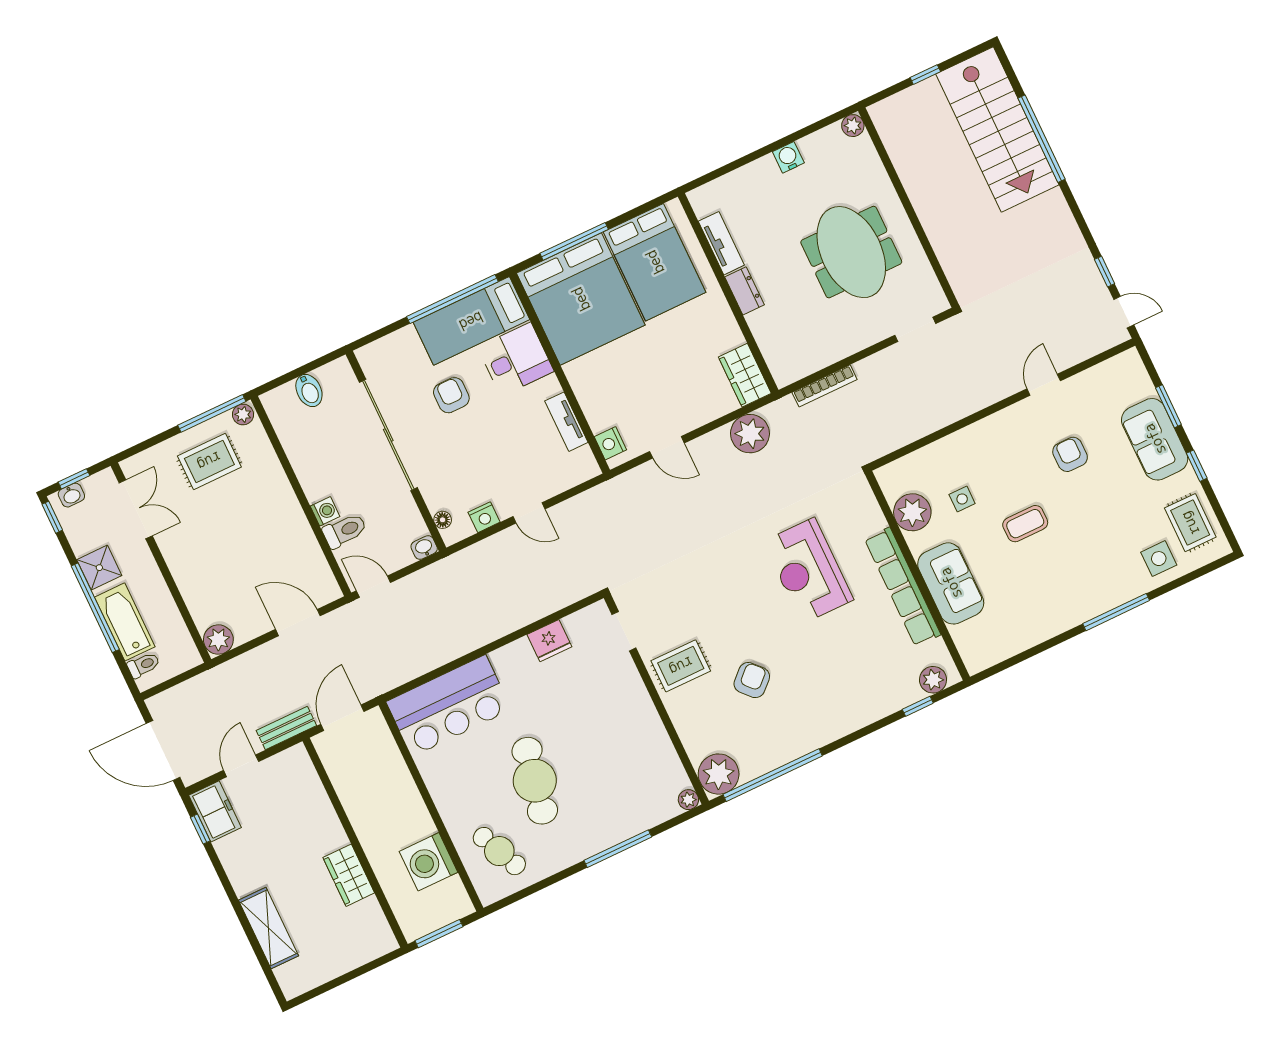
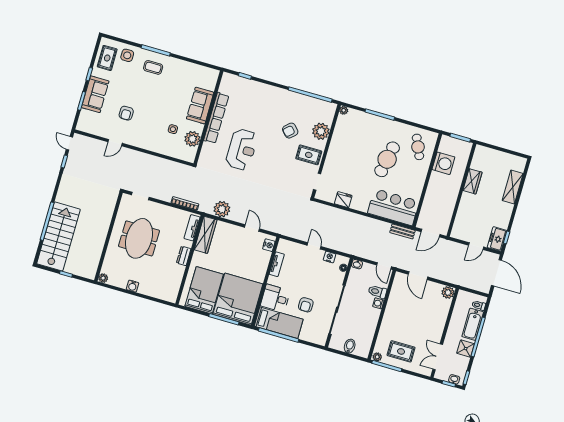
tv unit: (721, 243) -> (192, 228), moved
wardrobe: (745, 375) -> (206, 235), width x1.50
coffee table: (1025, 524) -> (153, 67), moved
plant: (933, 680) -> (233, 80), removed
bench: (286, 728) -> (402, 231), moved
plant: (719, 774) -> (321, 131), moved

